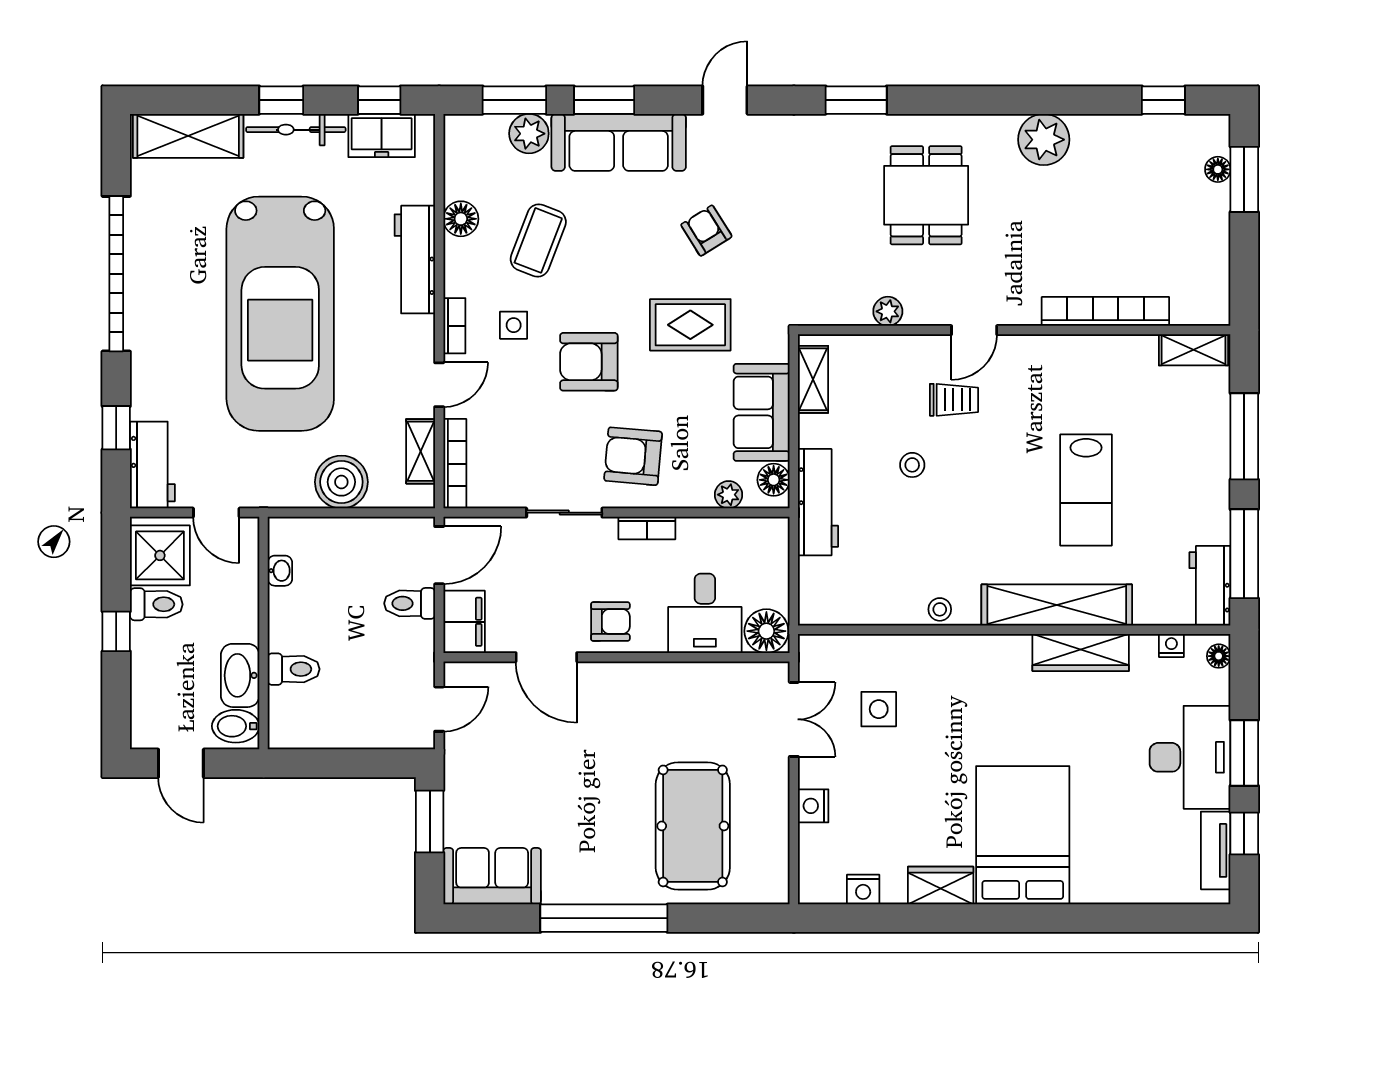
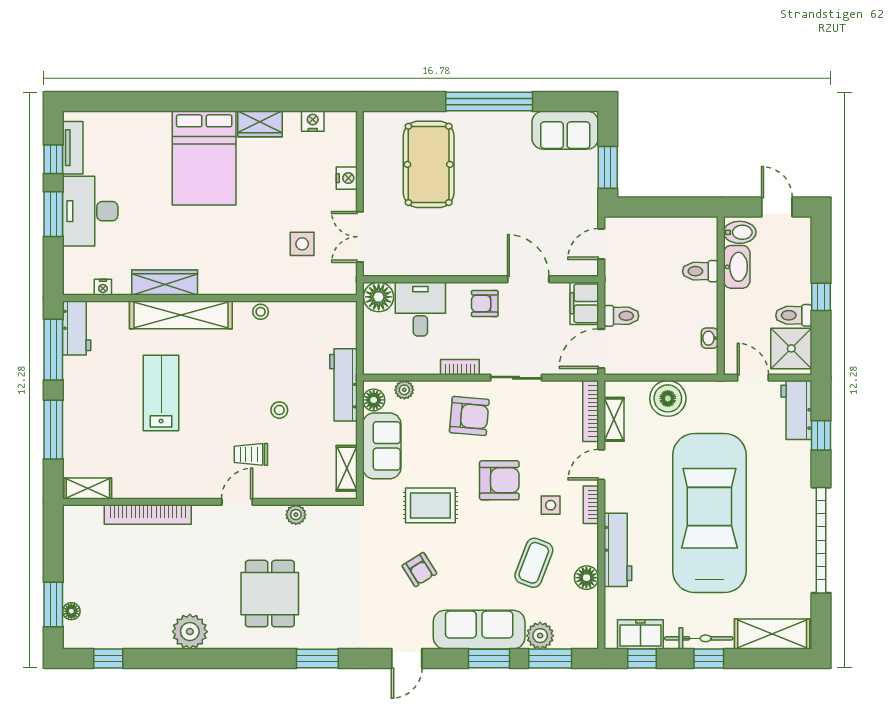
floor lamp: (1219, 656) -> (71, 280), removed

